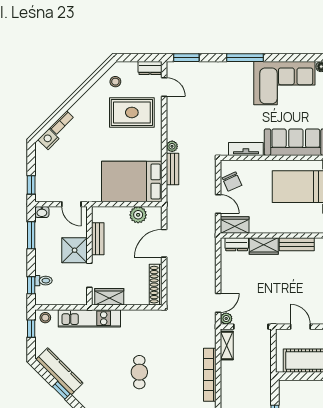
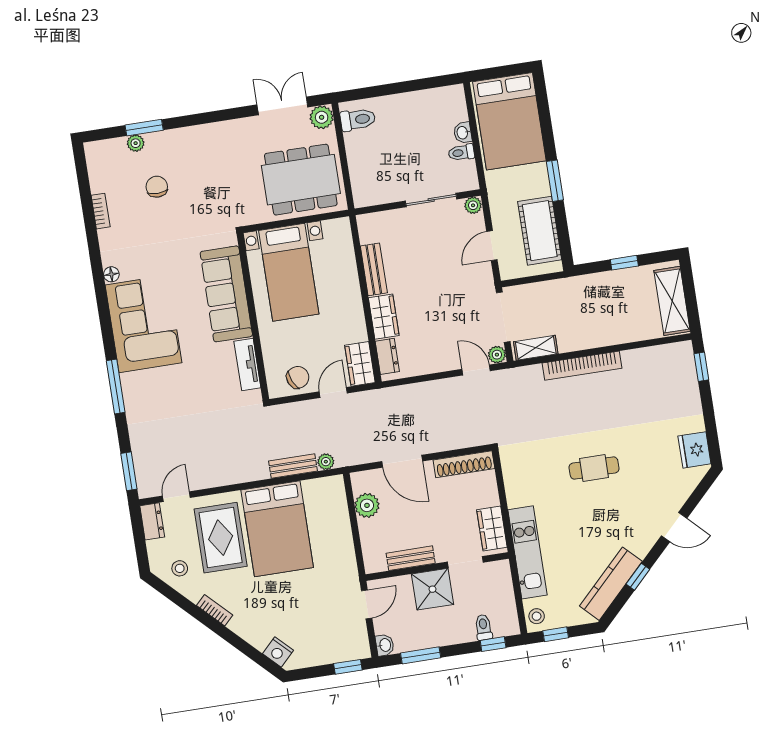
bookcase: (62, 123) -> (215, 610), moved
plant: (172, 146) -> (326, 462), moved
bed: (132, 182) -> (277, 529), moved

